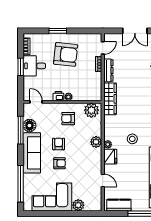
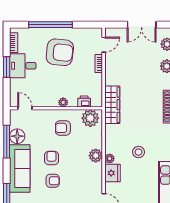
window: (58, 31) -> (50, 25), width x2.11
dresser: (108, 70) -> (110, 71), removed
printer: (58, 96) -> (84, 101), moved

